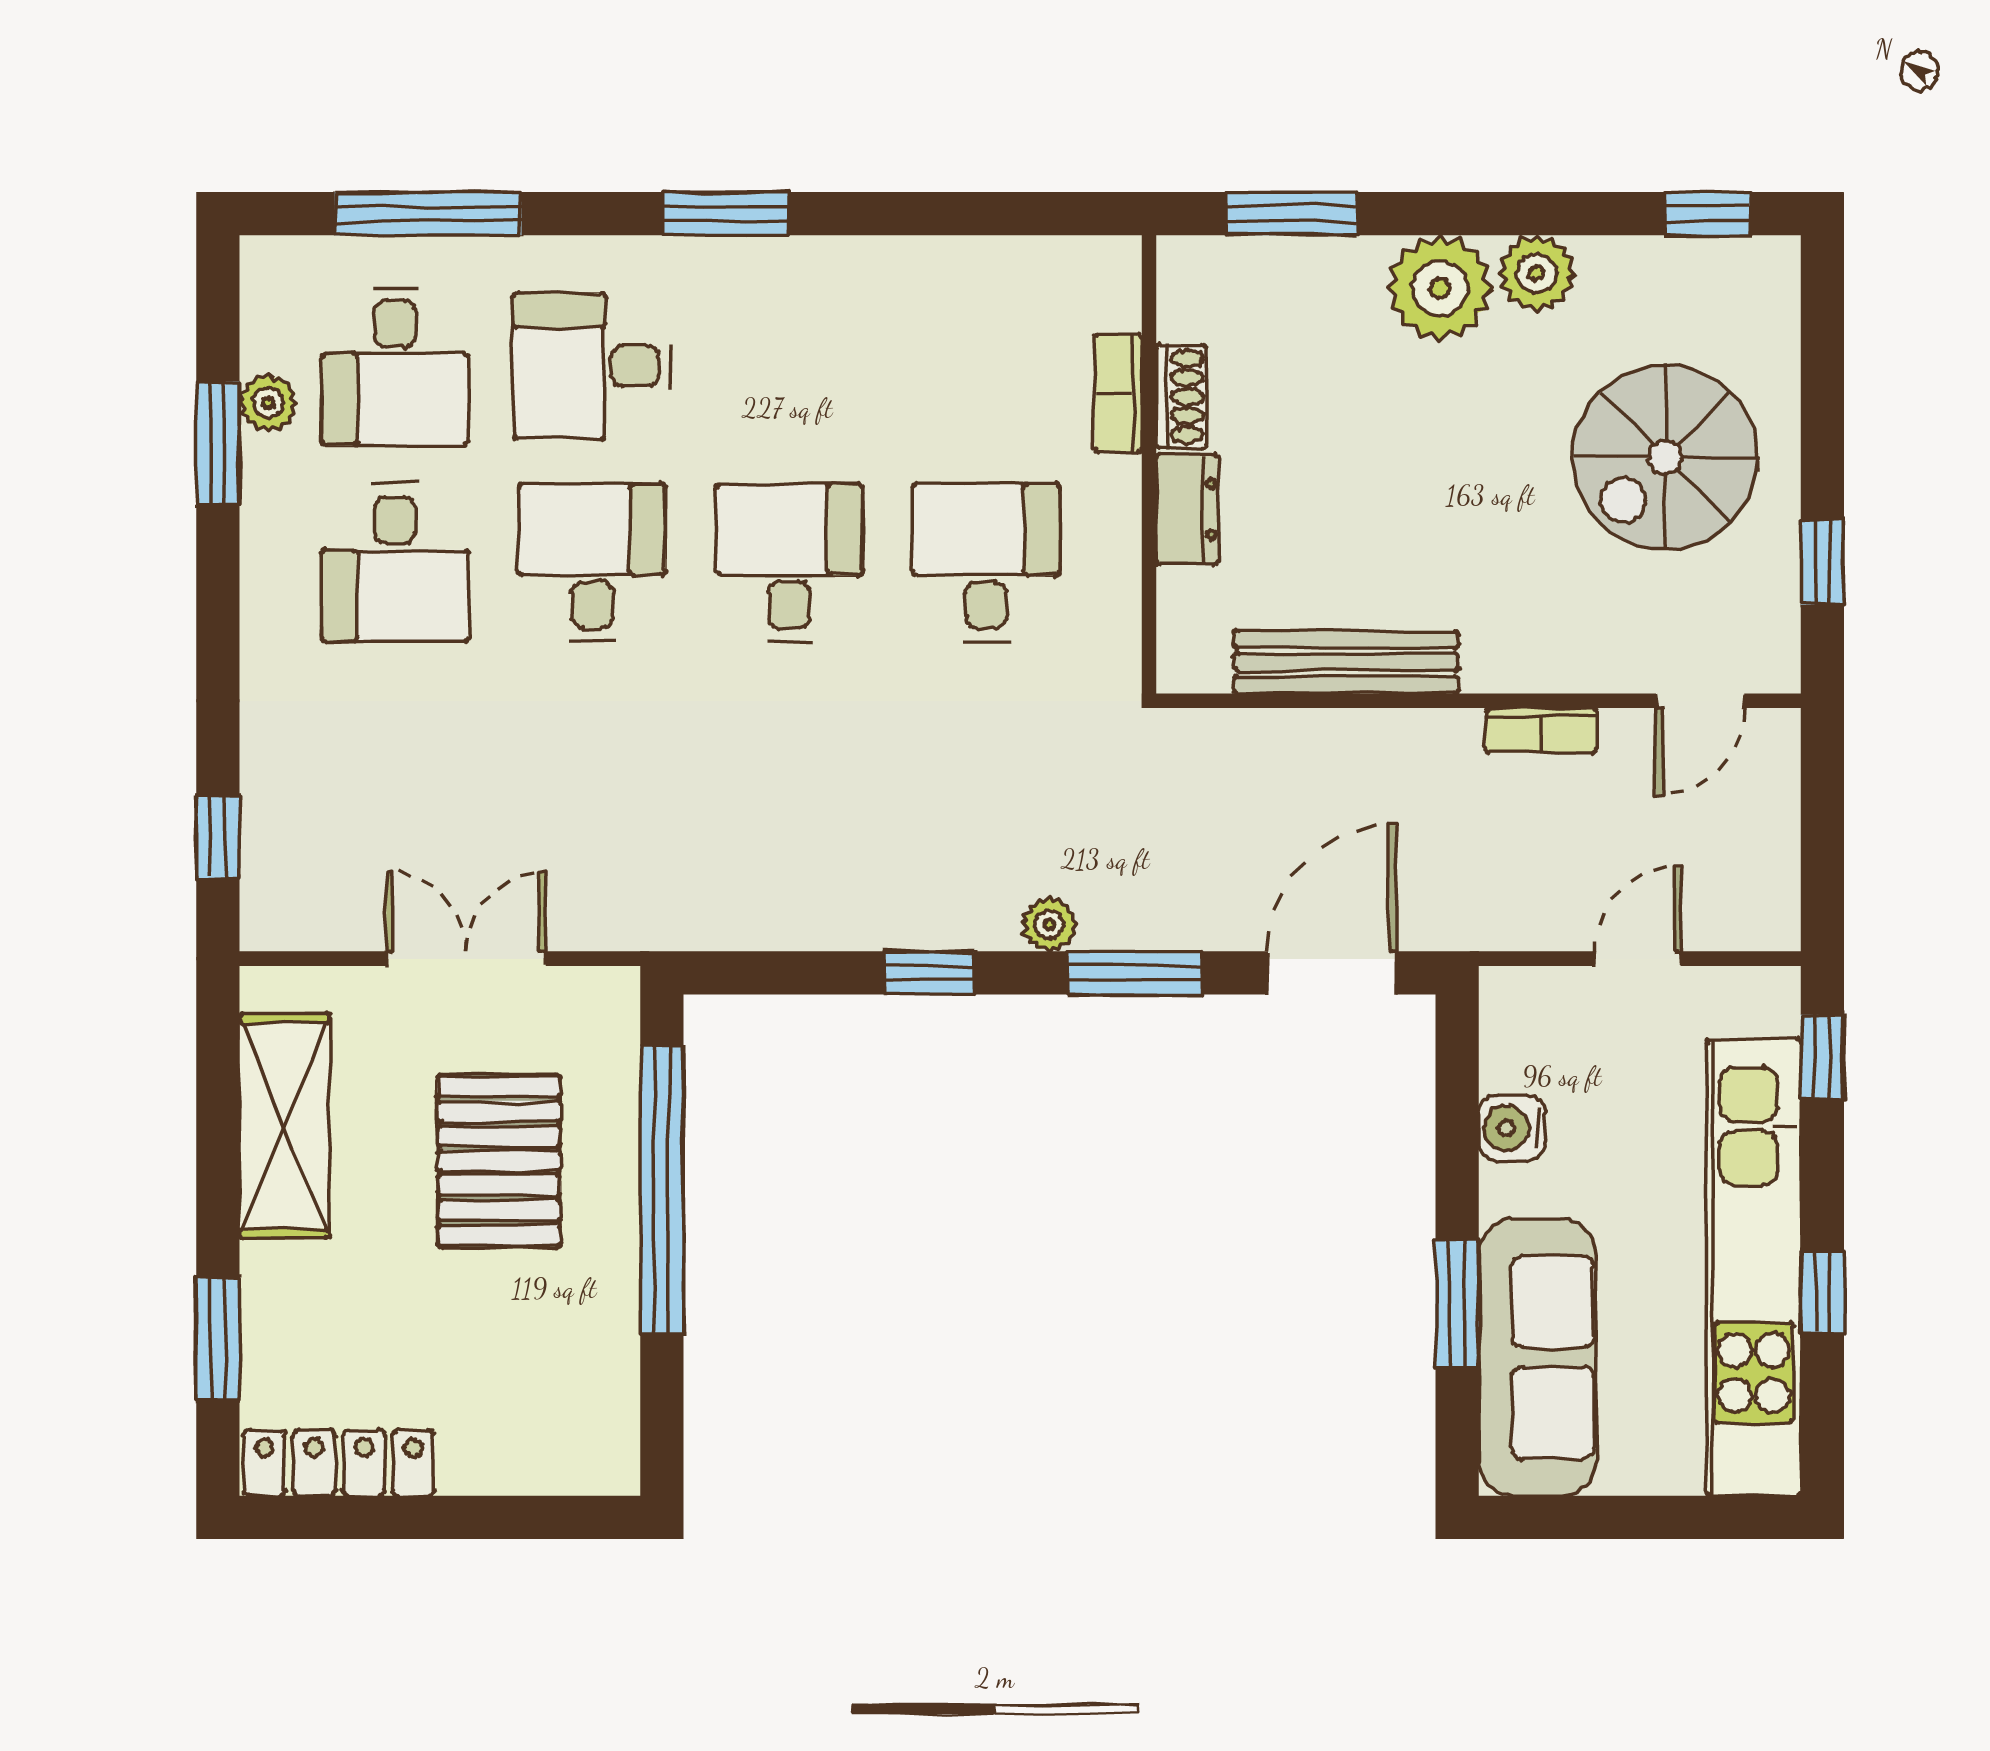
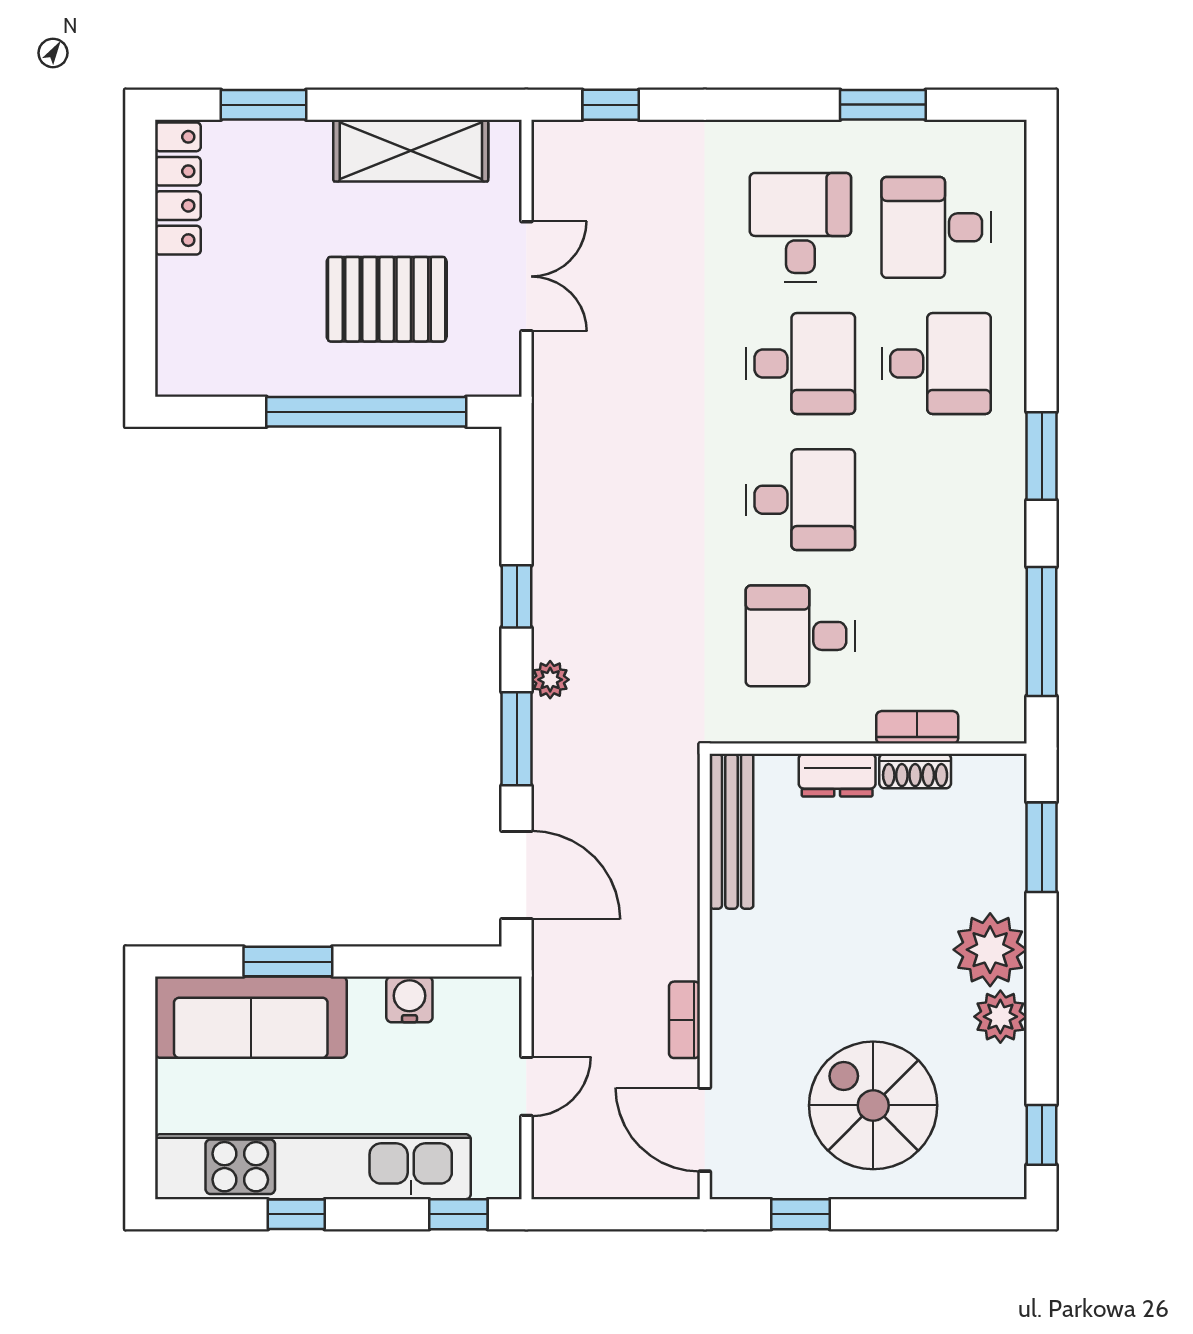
window: (428, 214) -> (1042, 632), moved
desk: (592, 366) -> (936, 364), turned 90
plant: (268, 403) -> (911, 139), removed
desk: (395, 563) -> (800, 227), turned 90
desk: (986, 563) -> (800, 636), turned 180
bench: (1346, 662) -> (731, 831), moved
door: (1700, 701) -> (705, 1130), width x1.38
door: (1638, 959) -> (526, 1086), hinge flipped

